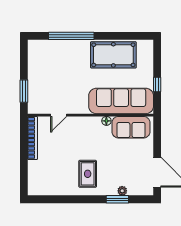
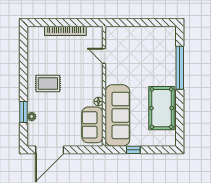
window: (24, 91) -> (127, 23), removed
bookcase: (33, 138) -> (65, 31), moved

